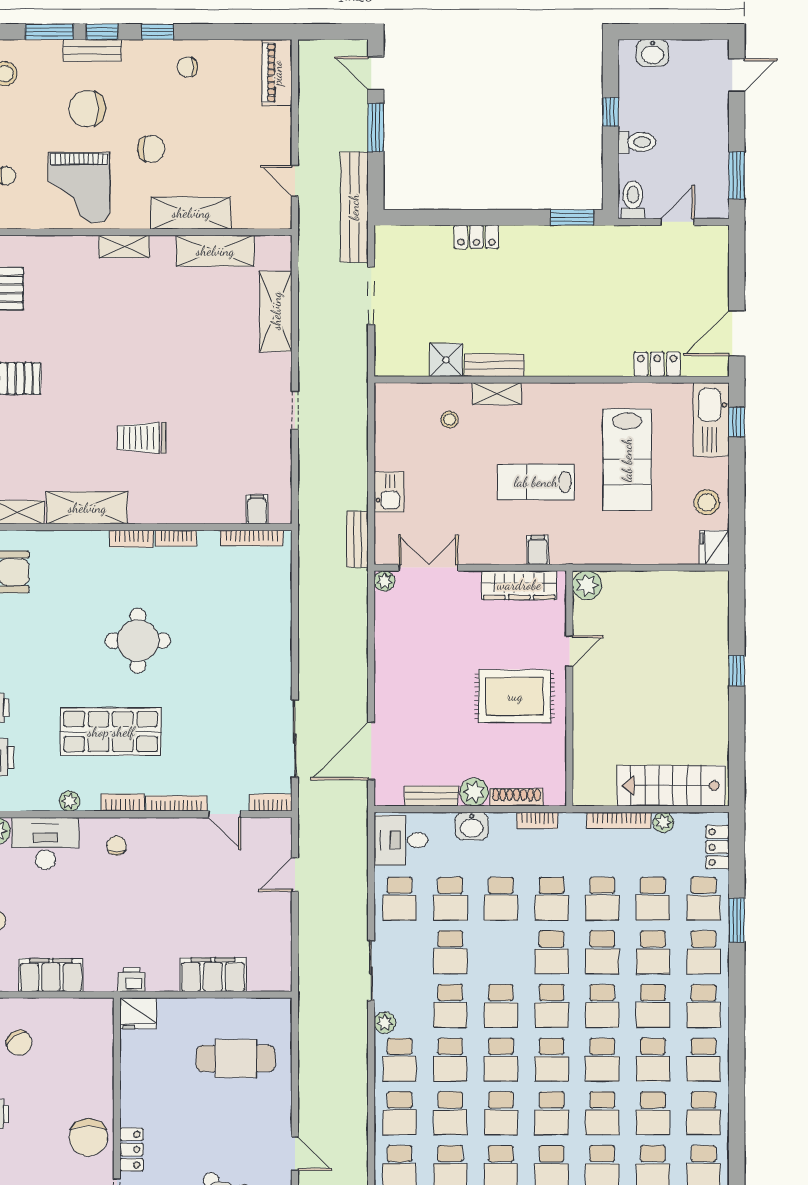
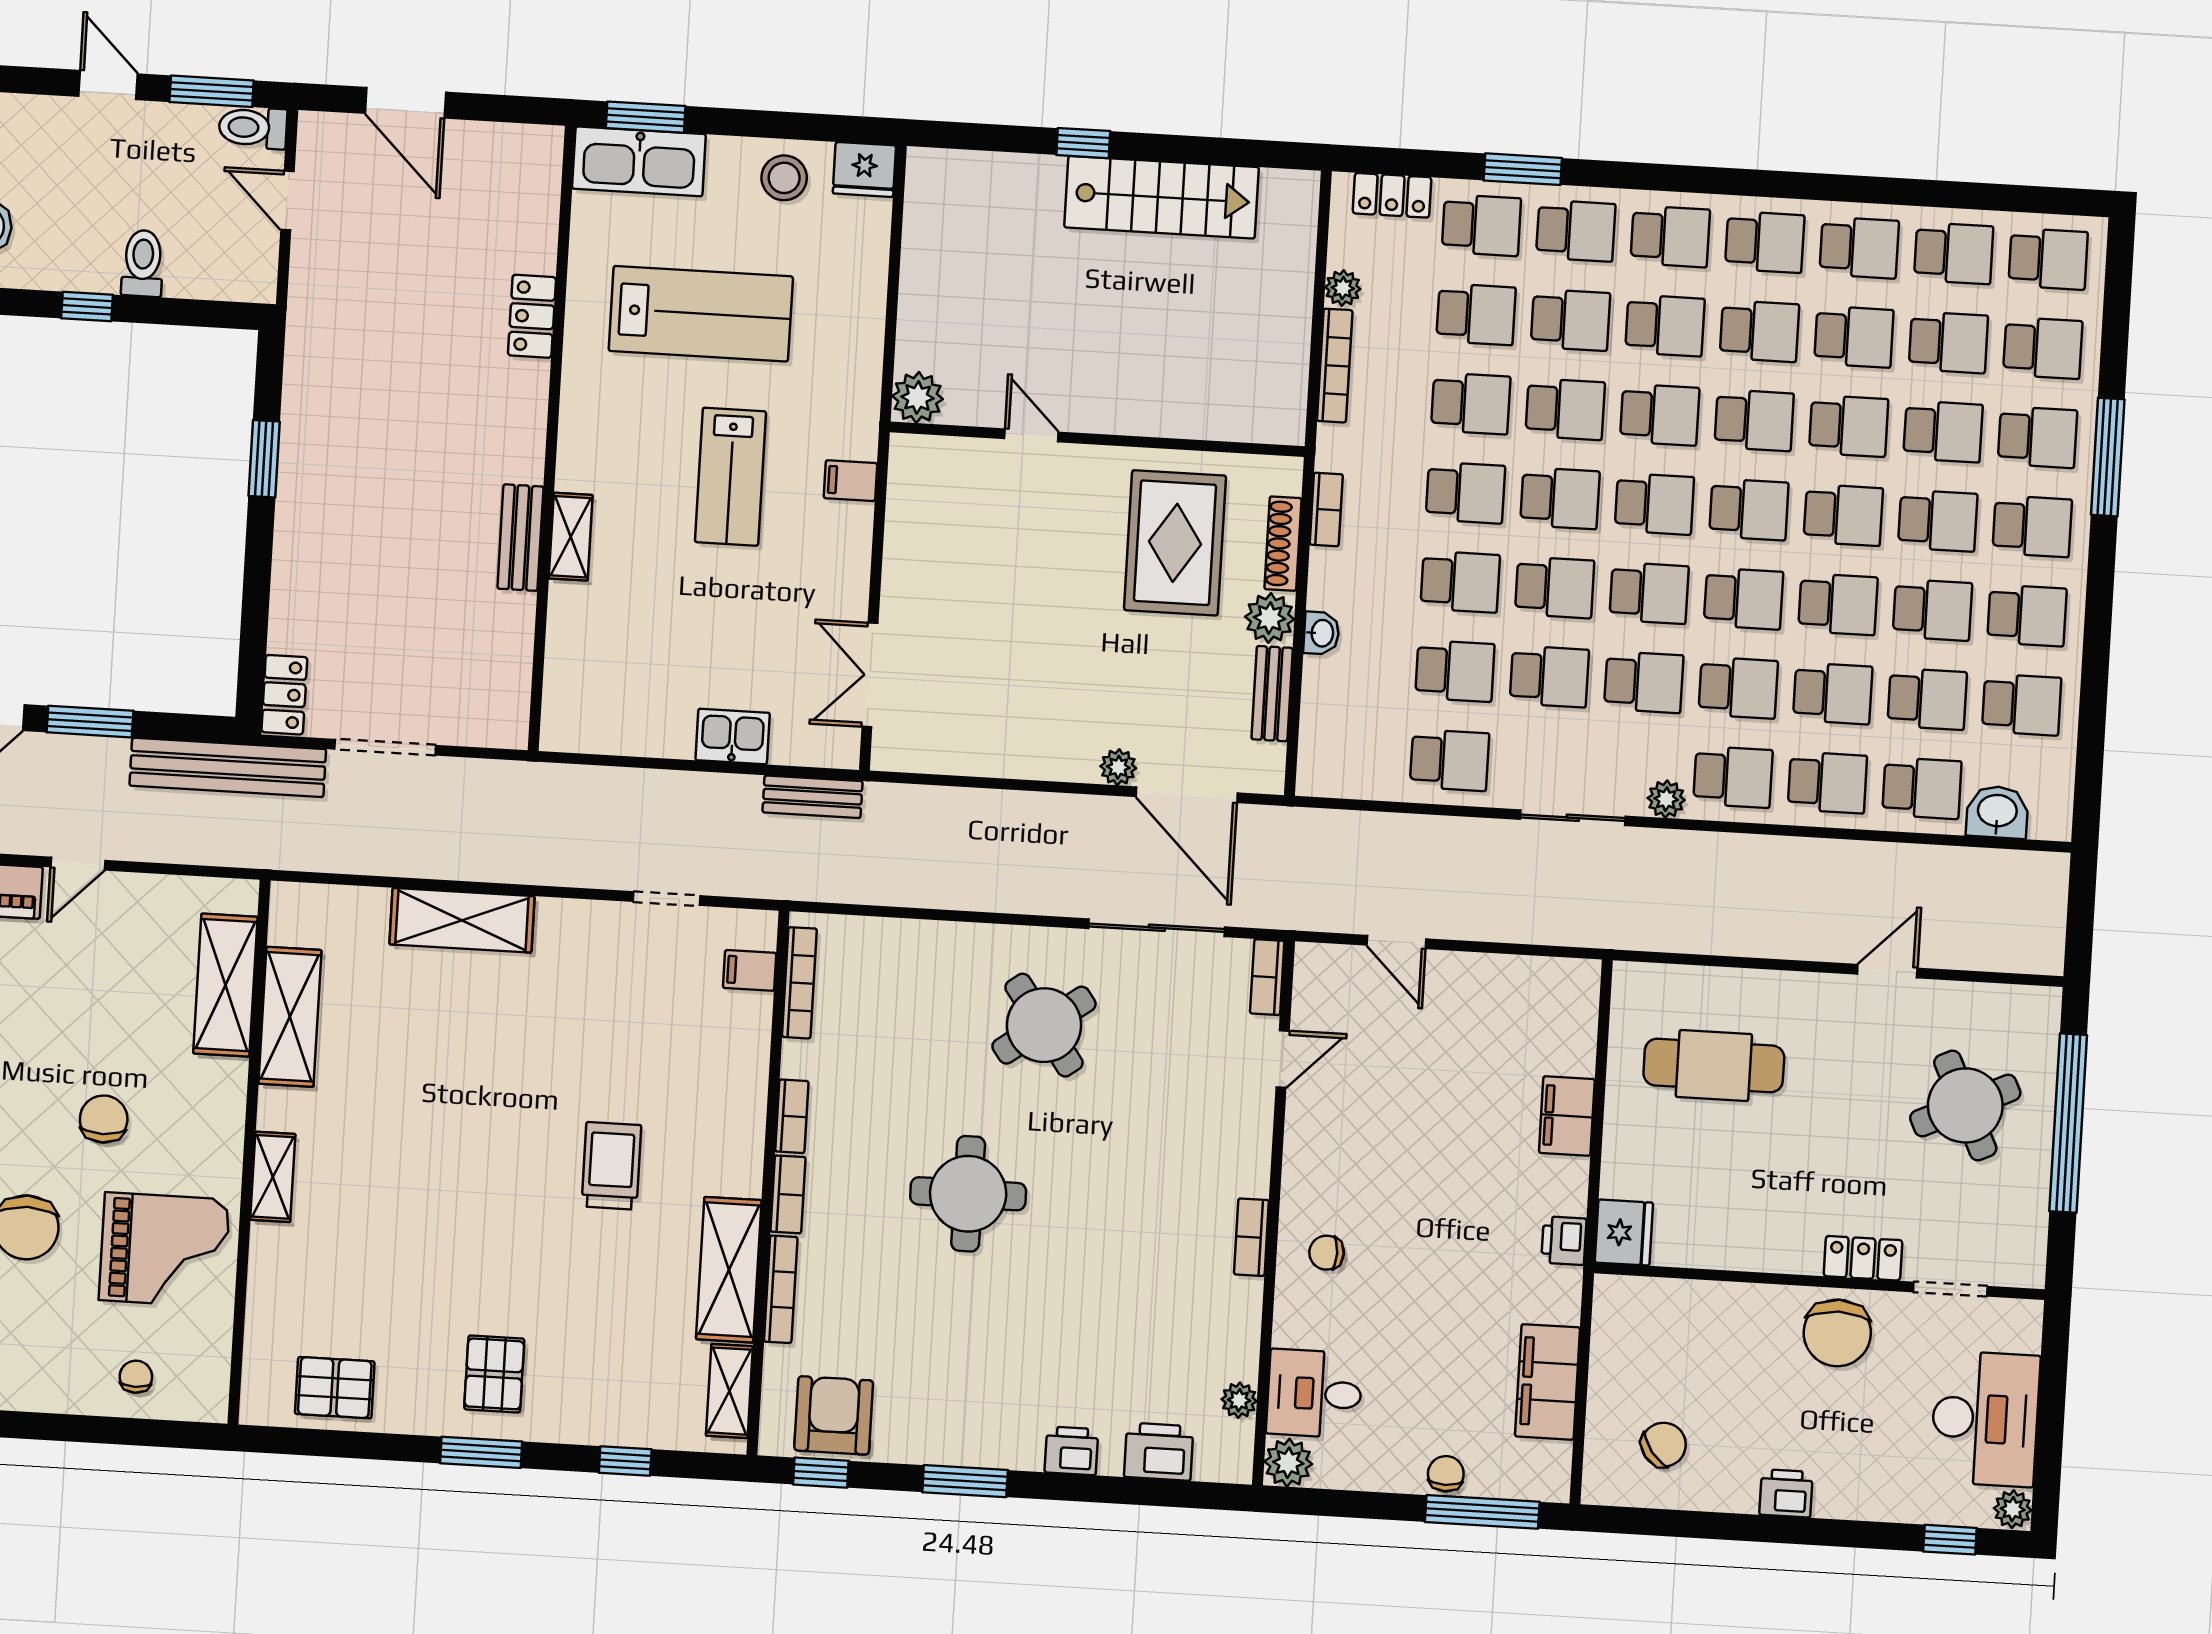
door: (737, 75) -> (108, 85), moved
door: (295, 181) -> (78, 864), moved
toilet: (633, 200) -> (253, 128), moved
shelving: (191, 213) -> (225, 985), moved
window: (572, 217) -> (264, 459), moved
locker: (476, 237) -> (284, 695), moved
shelving: (276, 311) -> (462, 920), moved
door: (737, 333) -> (405, 103), moved
shower: (446, 360) -> (506, 622), removed
locker: (657, 364) -> (532, 316), moved
doorway: (295, 410) -> (666, 899), moved
stool: (450, 419) -> (611, 622), removed
window: (737, 422) -> (646, 117), width x1.50
trolley: (142, 438) -> (611, 1166), turned 180
plant: (384, 581) -> (1118, 767), moved
wardrobe: (519, 585) -> (910, 517), removed
round table: (236, 678) -> (1044, 1025), added
rug: (515, 696) -> (1175, 543), moved
shop shelf: (111, 732) -> (1125, 1251), removed
stairs: (671, 786) -> (1162, 197), moved, turned -90
plant: (70, 801) -> (1239, 1400), moved
bookcase: (177, 803) -> (781, 1289), moved, turned 180
washbasin: (472, 826) -> (1321, 633), width x0.72, depth x0.69
desk: (401, 840) -> (1347, 751), removed
desk: (45, 843) -> (1314, 1394), width x0.73
school desk: (501, 952) -> (1555, 587), added
filing cabinet: (213, 975) -> (1567, 1116), width x0.67, depth x0.86
cafe table: (236, 1059) -> (1714, 1066), turned 90
chair: (88, 1137) -> (1837, 1333), turned 90

